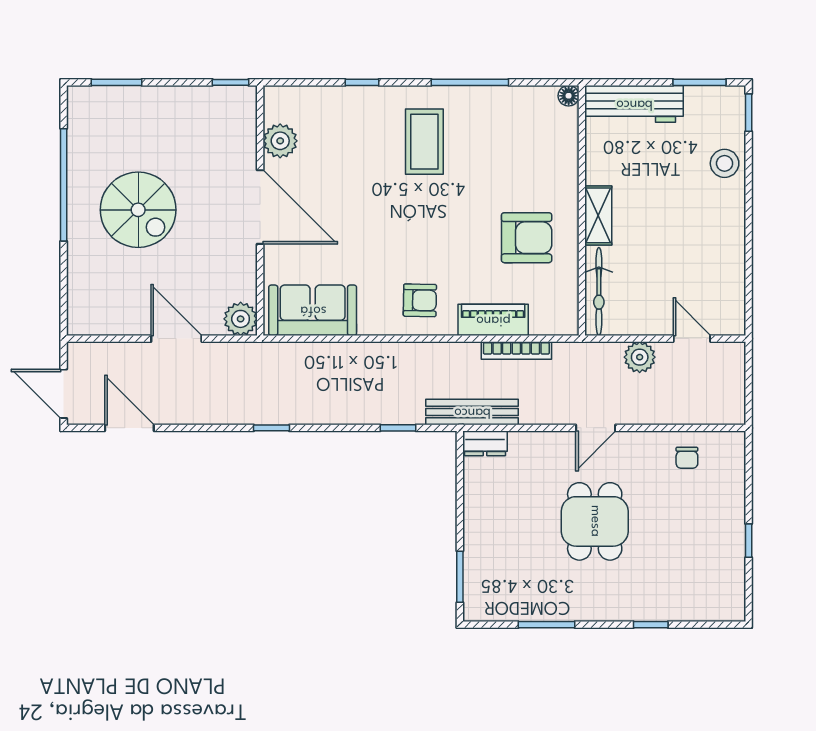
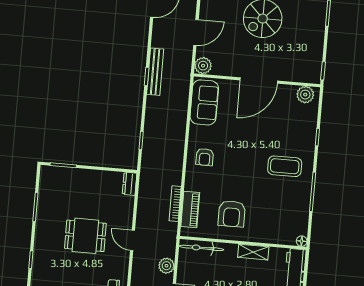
plant: (280, 141) -> (305, 95), moved
shelving: (598, 215) -> (253, 252), moved
piano: (493, 320) -> (190, 210), moved
bench: (472, 412) -> (155, 72), moved

